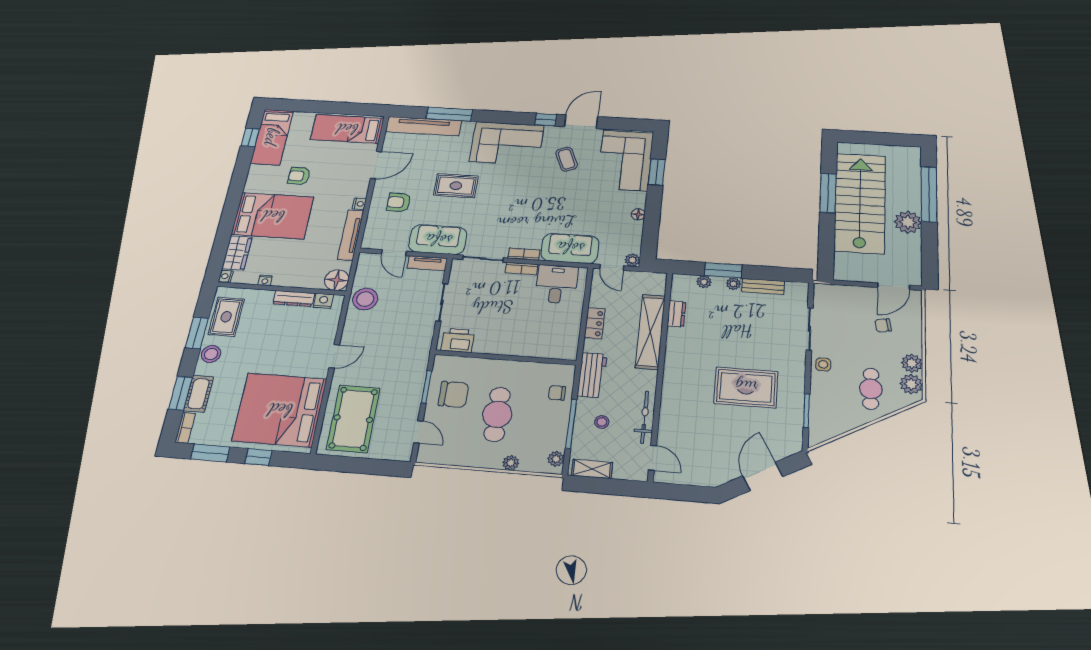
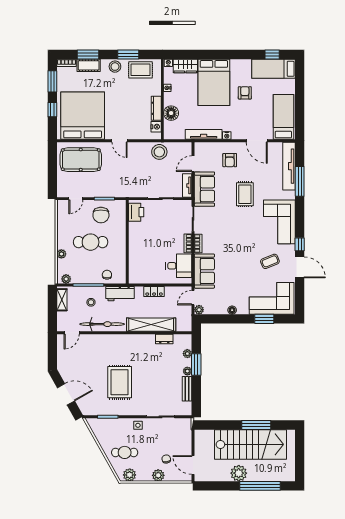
armchair: (399, 202) -> (230, 160), turned 180
floor lamp: (337, 280) -> (171, 113), moved
plant: (912, 363) -> (158, 475), moved
bicycle: (645, 417) -> (102, 324), width x1.37, depth x1.40

